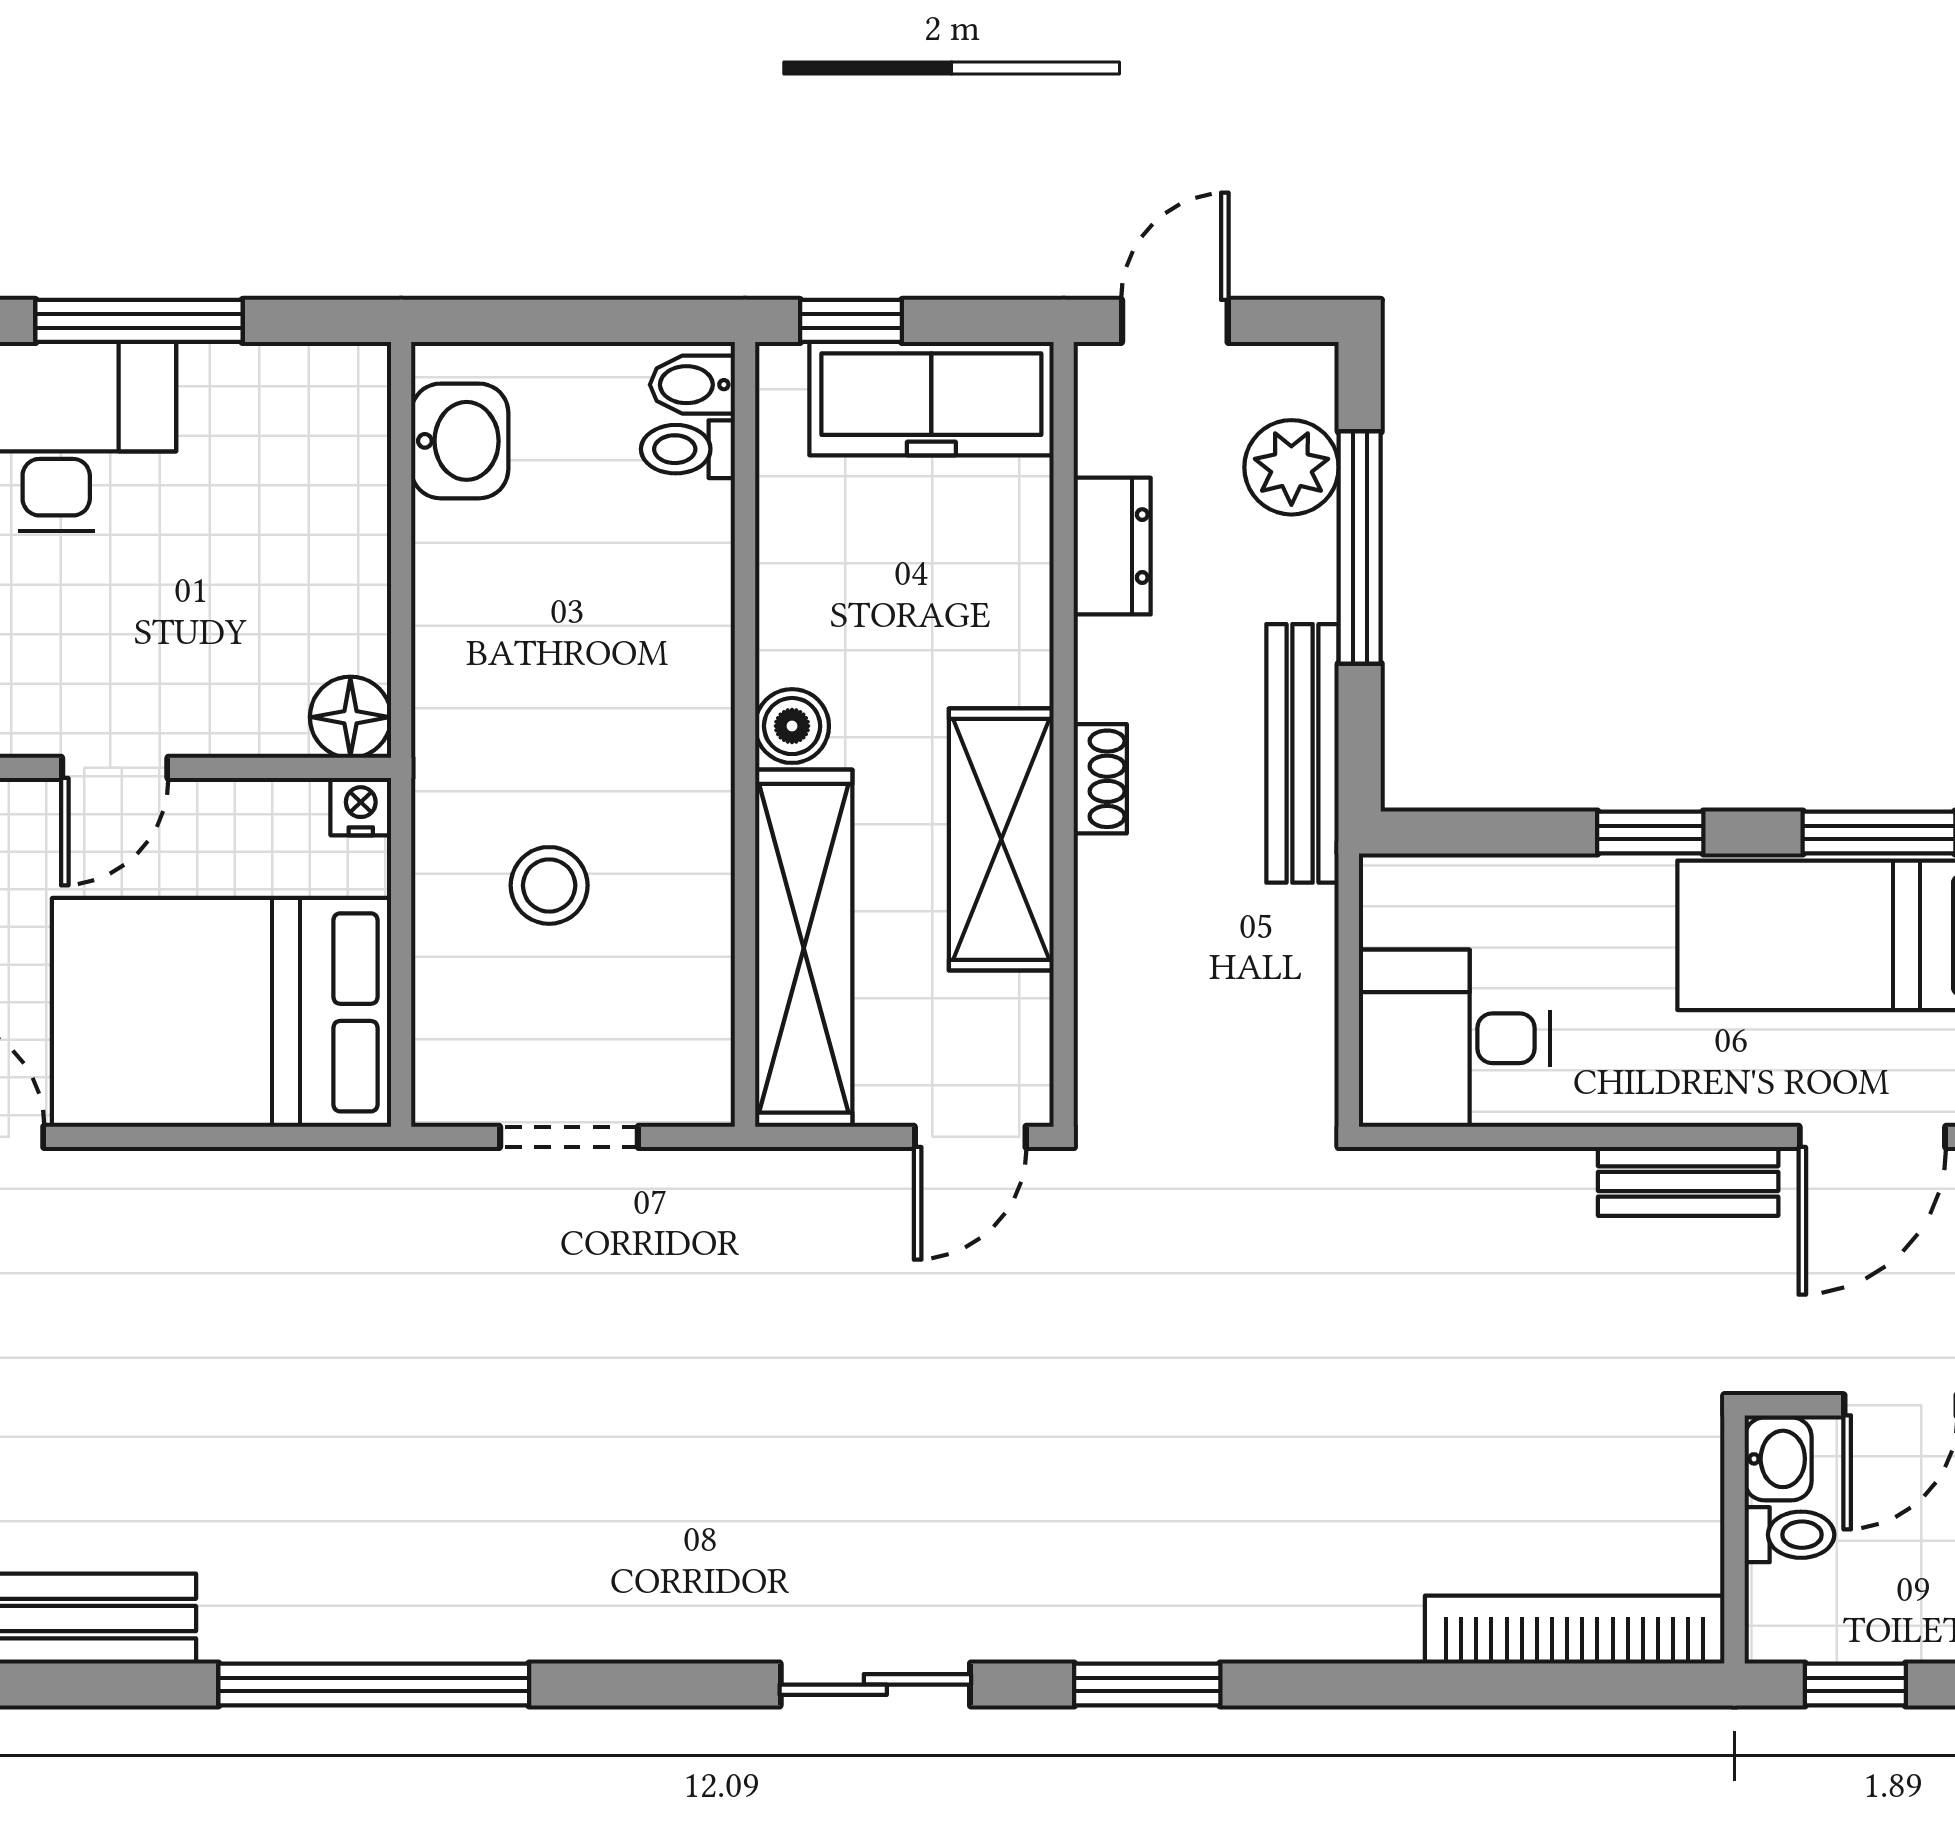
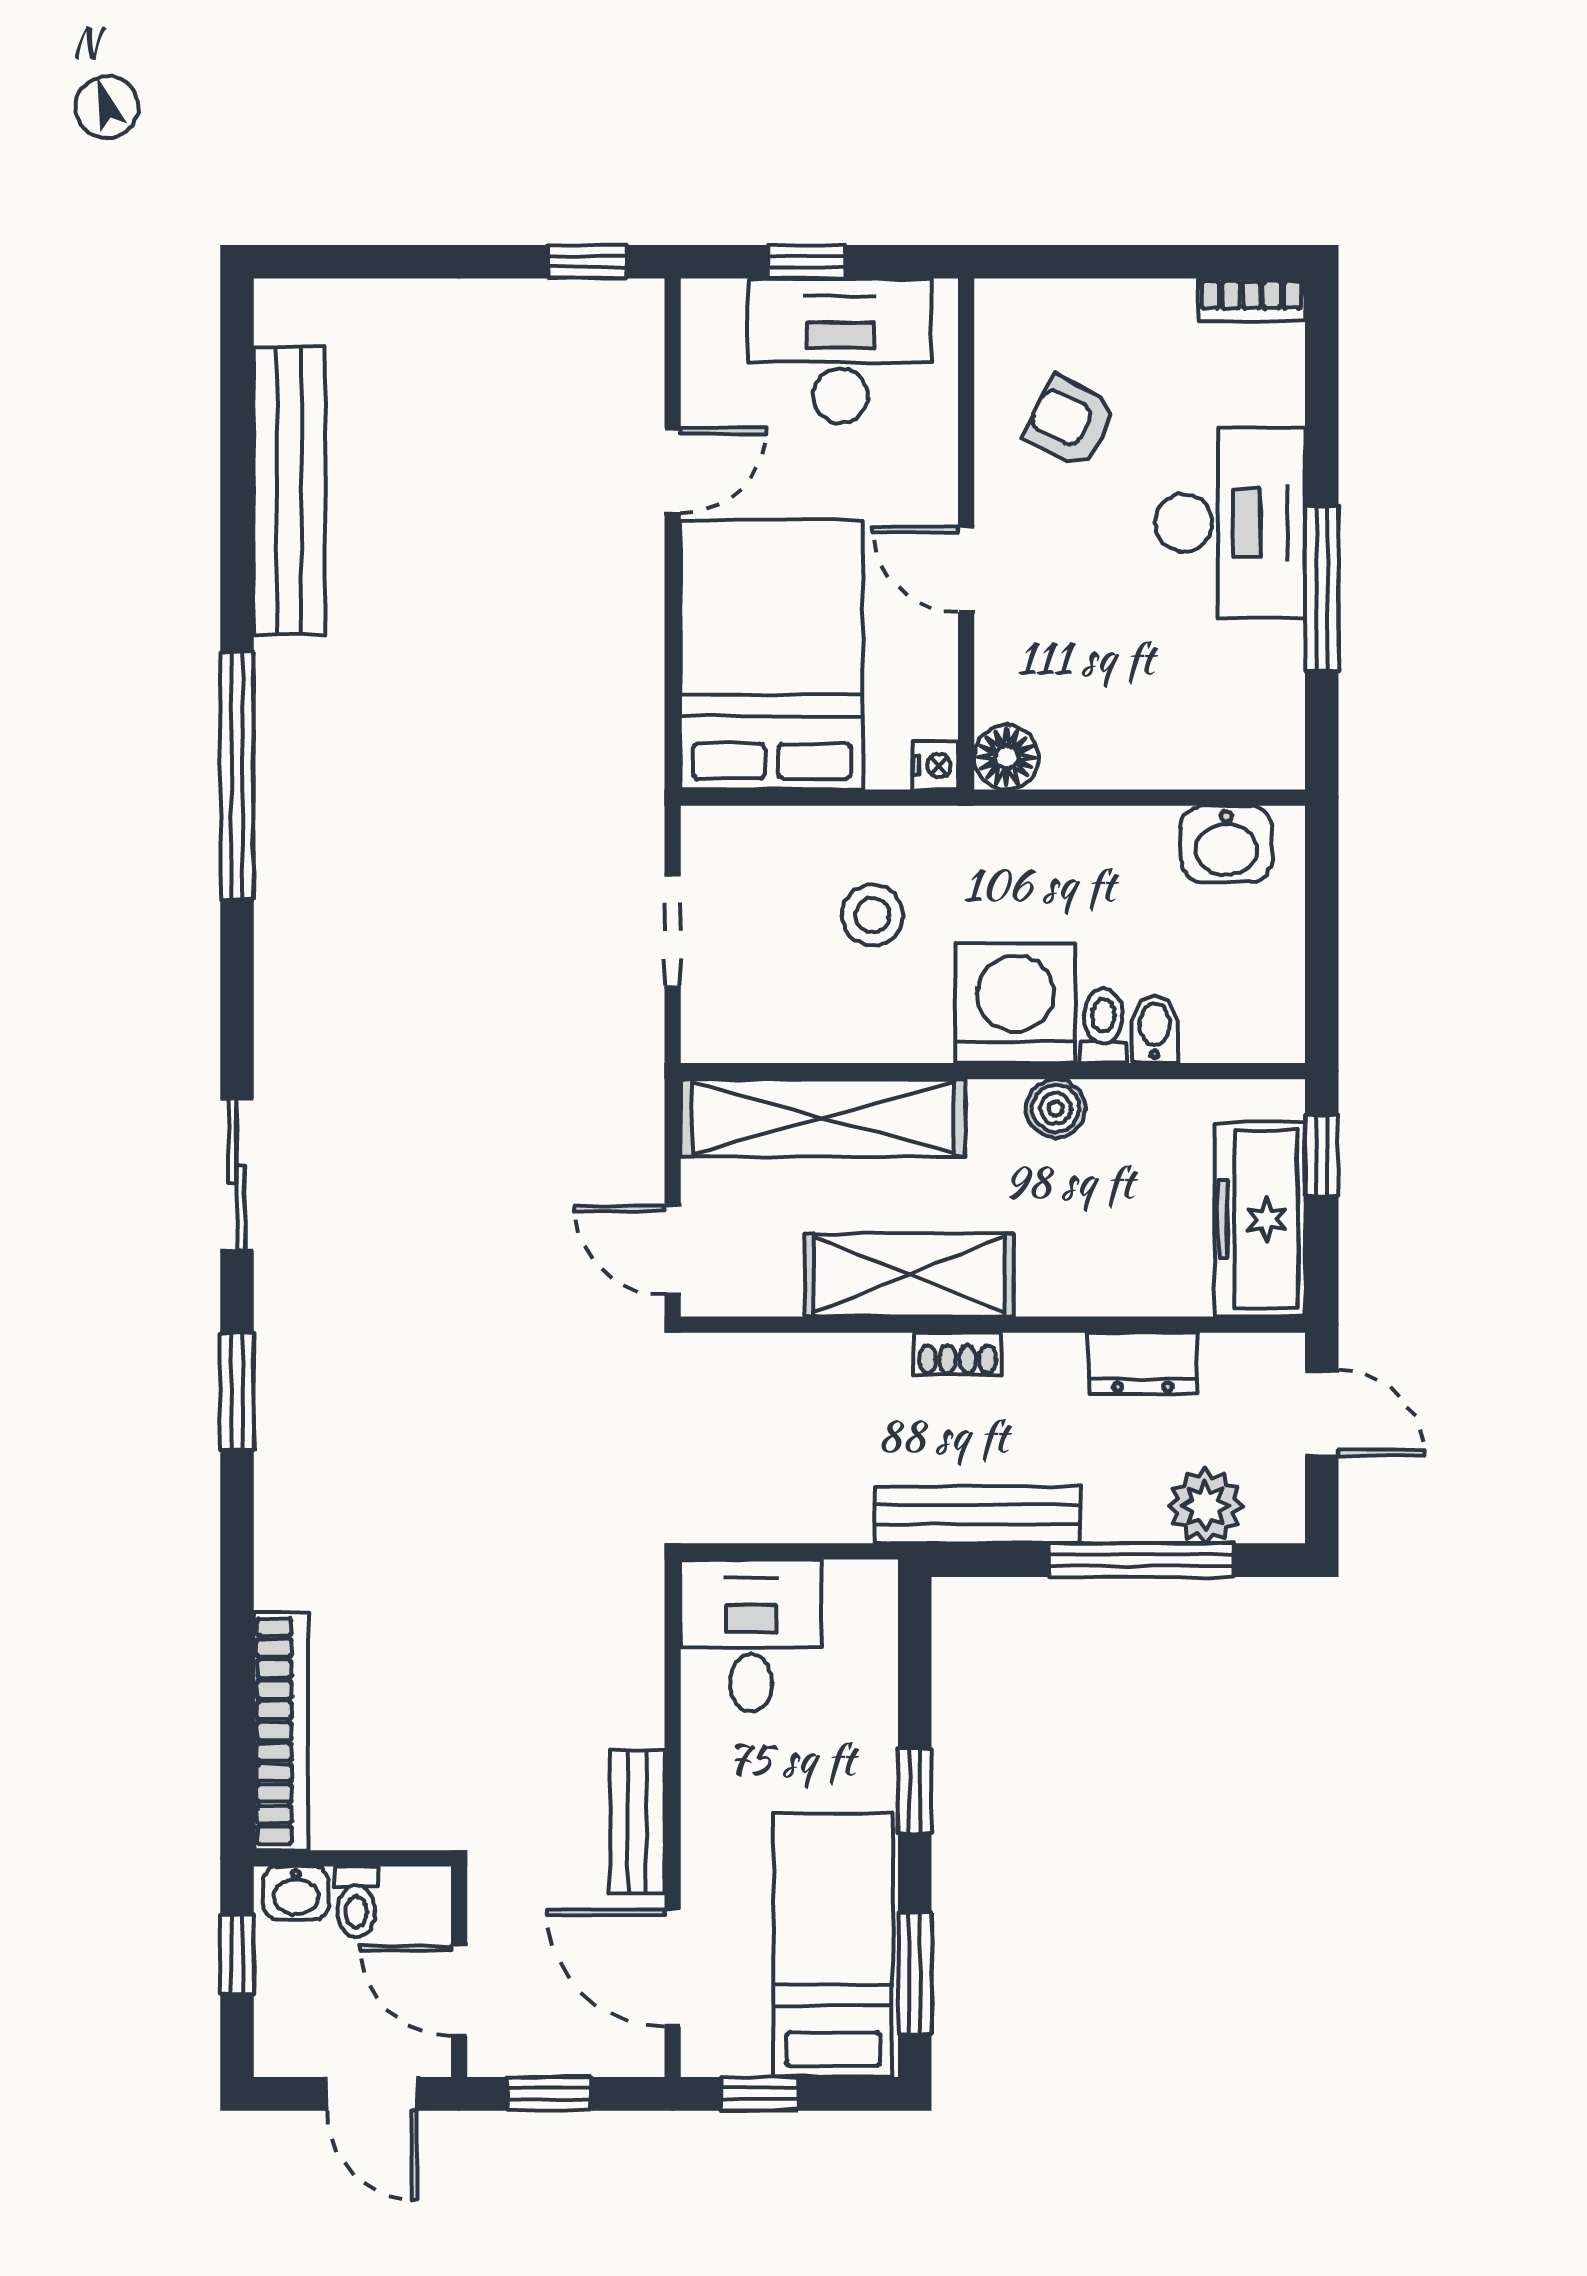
bidet: (692, 385) -> (1155, 1029), moved
toilet: (688, 449) -> (1103, 1026), moved
washing machine: (660, 706) -> (1015, 1003), added
boiler: (792, 726) -> (1056, 1108), moved
washbasin: (1778, 1459) -> (296, 1893), moved

